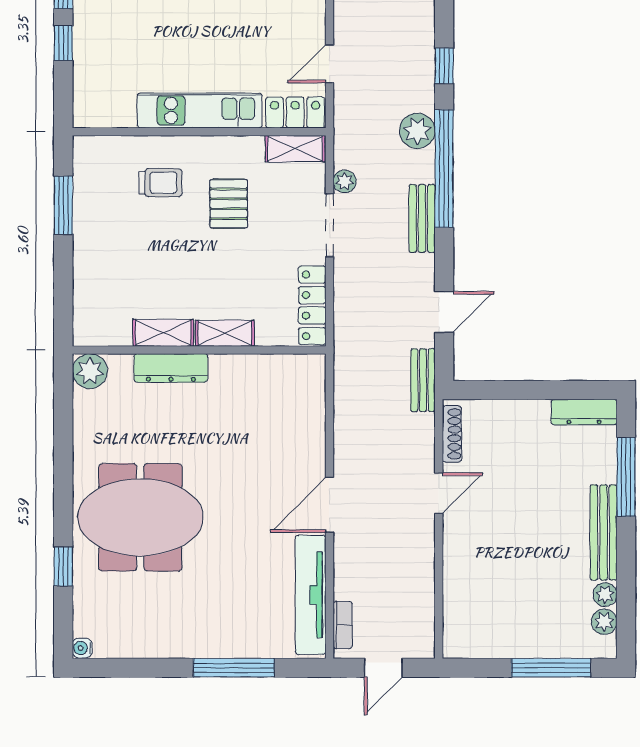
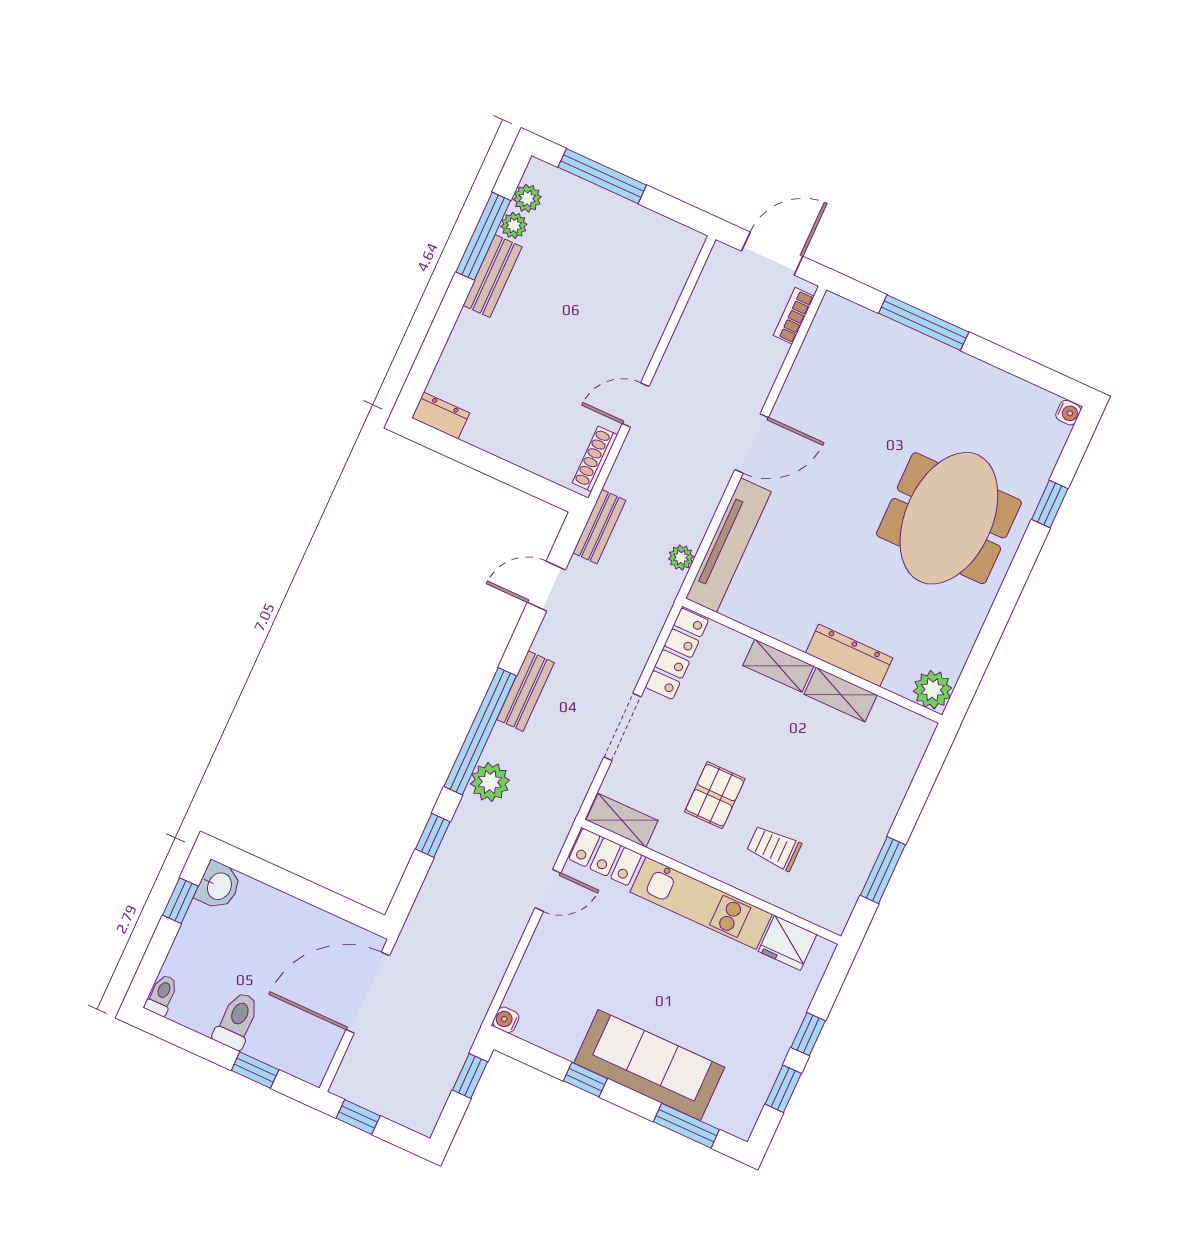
fridge: (114, 110) -> (788, 943), added
plant: (345, 181) -> (681, 558), moved
dresser: (584, 412) -> (441, 415), width x0.70
window: (626, 477) -> (483, 236), moved
meeting table: (140, 517) -> (949, 518), turned 90
bench: (604, 532) -> (493, 276), width x0.73
tv unit: (311, 595) -> (728, 545), moved
door: (383, 668) -> (772, 254), width x1.37

